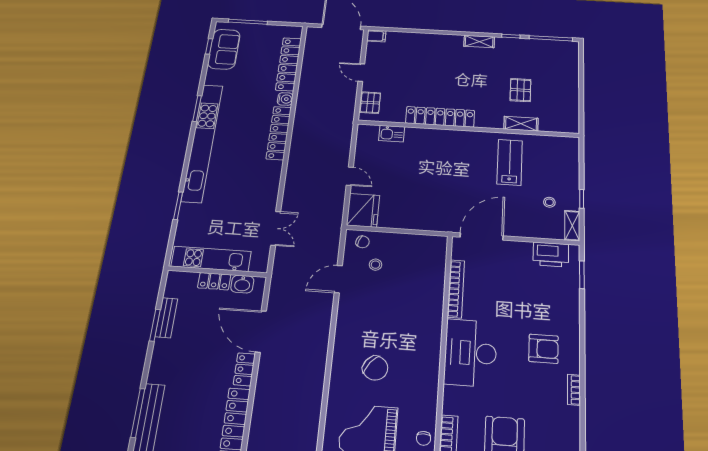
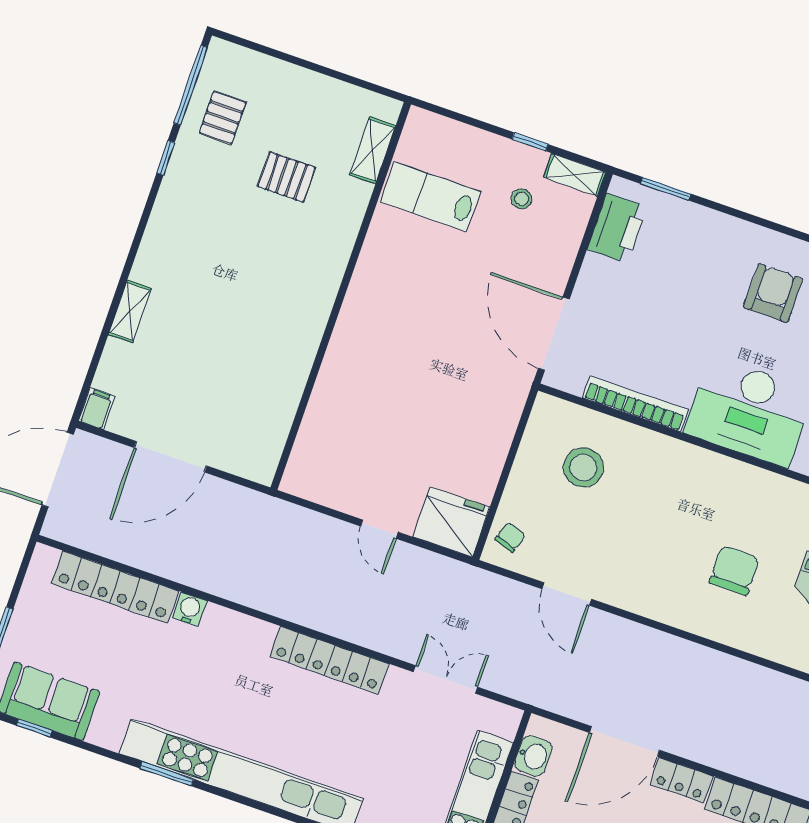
shelving: (479, 42) -> (130, 312), moved
door: (361, 73) -> (170, 457), width x1.87
pallet: (370, 103) -> (223, 118), moved, turned 90
locker: (440, 117) -> (303, 338), removed
shelving: (521, 124) -> (373, 150), moved
locker: (279, 133) -> (329, 660), moved
kitchen sink: (392, 134) -> (314, 434), removed
lab bench: (510, 162) -> (430, 197), moved
door: (350, 176) -> (379, 529), swing flipped
stool: (376, 265) -> (583, 467), moved, width x1.89, depth x1.89
chair: (375, 368) -> (734, 570), turned -38

